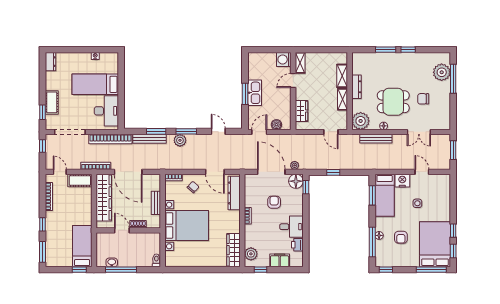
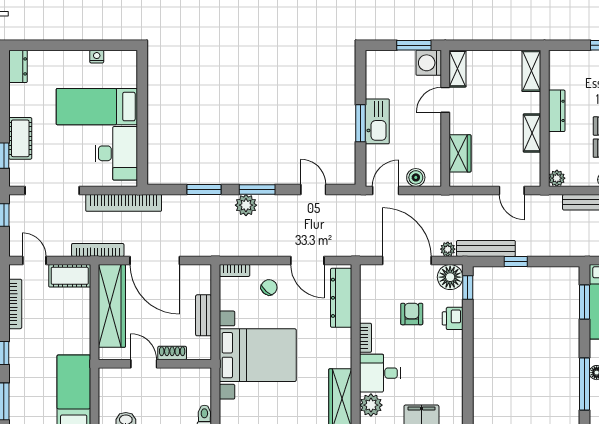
window: (275, 50) -> (414, 45), added
shelving: (342, 76) -> (531, 71), moved
plant: (361, 121) -> (557, 178), width x0.53, depth x0.53
bench: (149, 139) -> (486, 248), moved
desk: (291, 227) -> (380, 373), moved, turned 180
printer: (297, 245) -> (453, 318), moved

